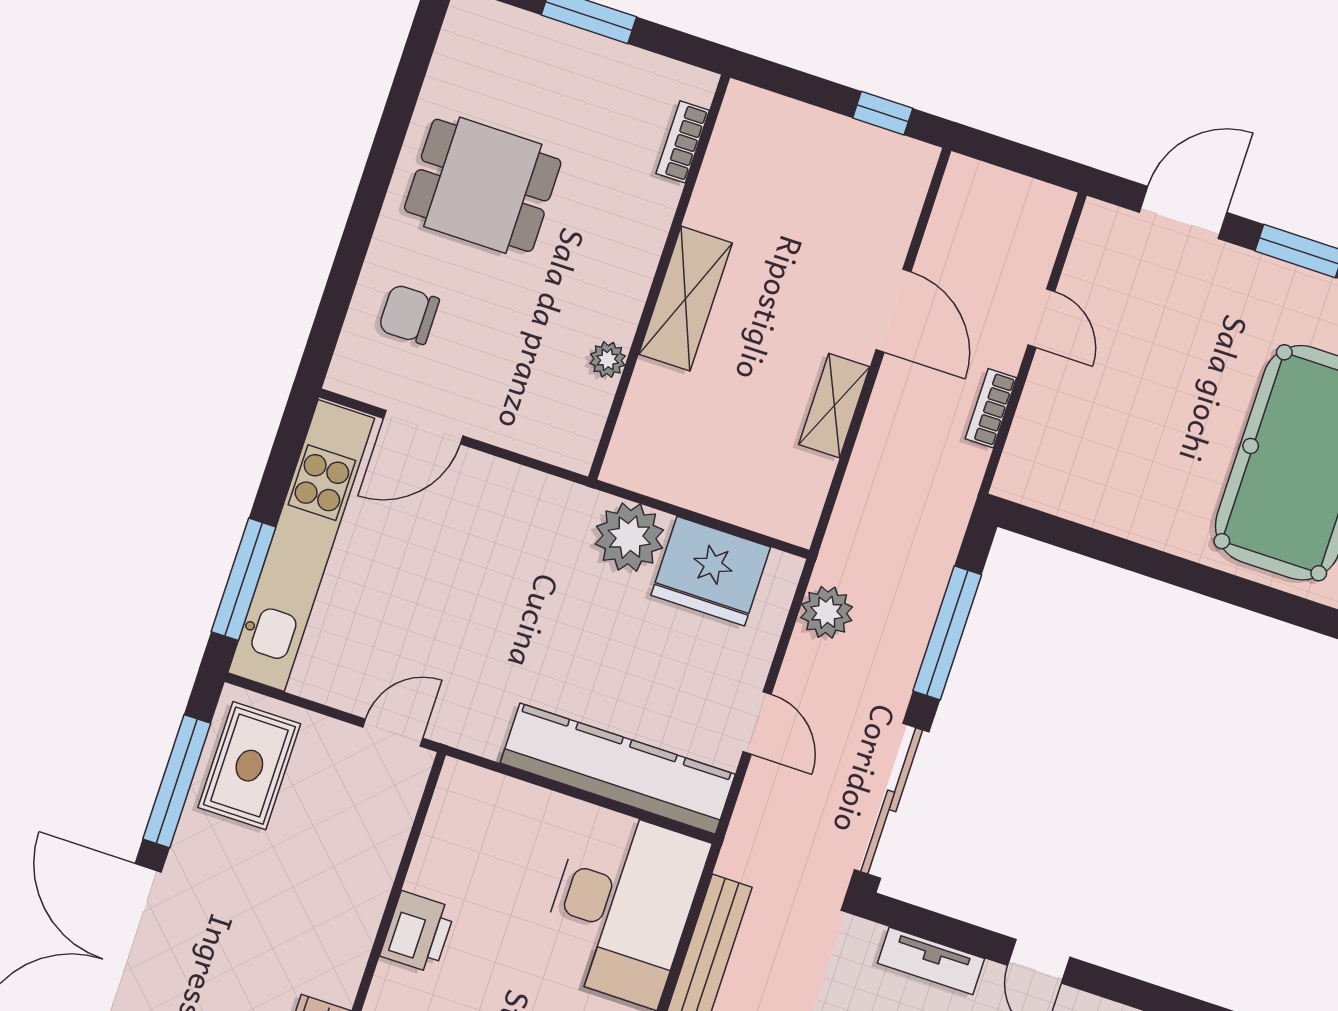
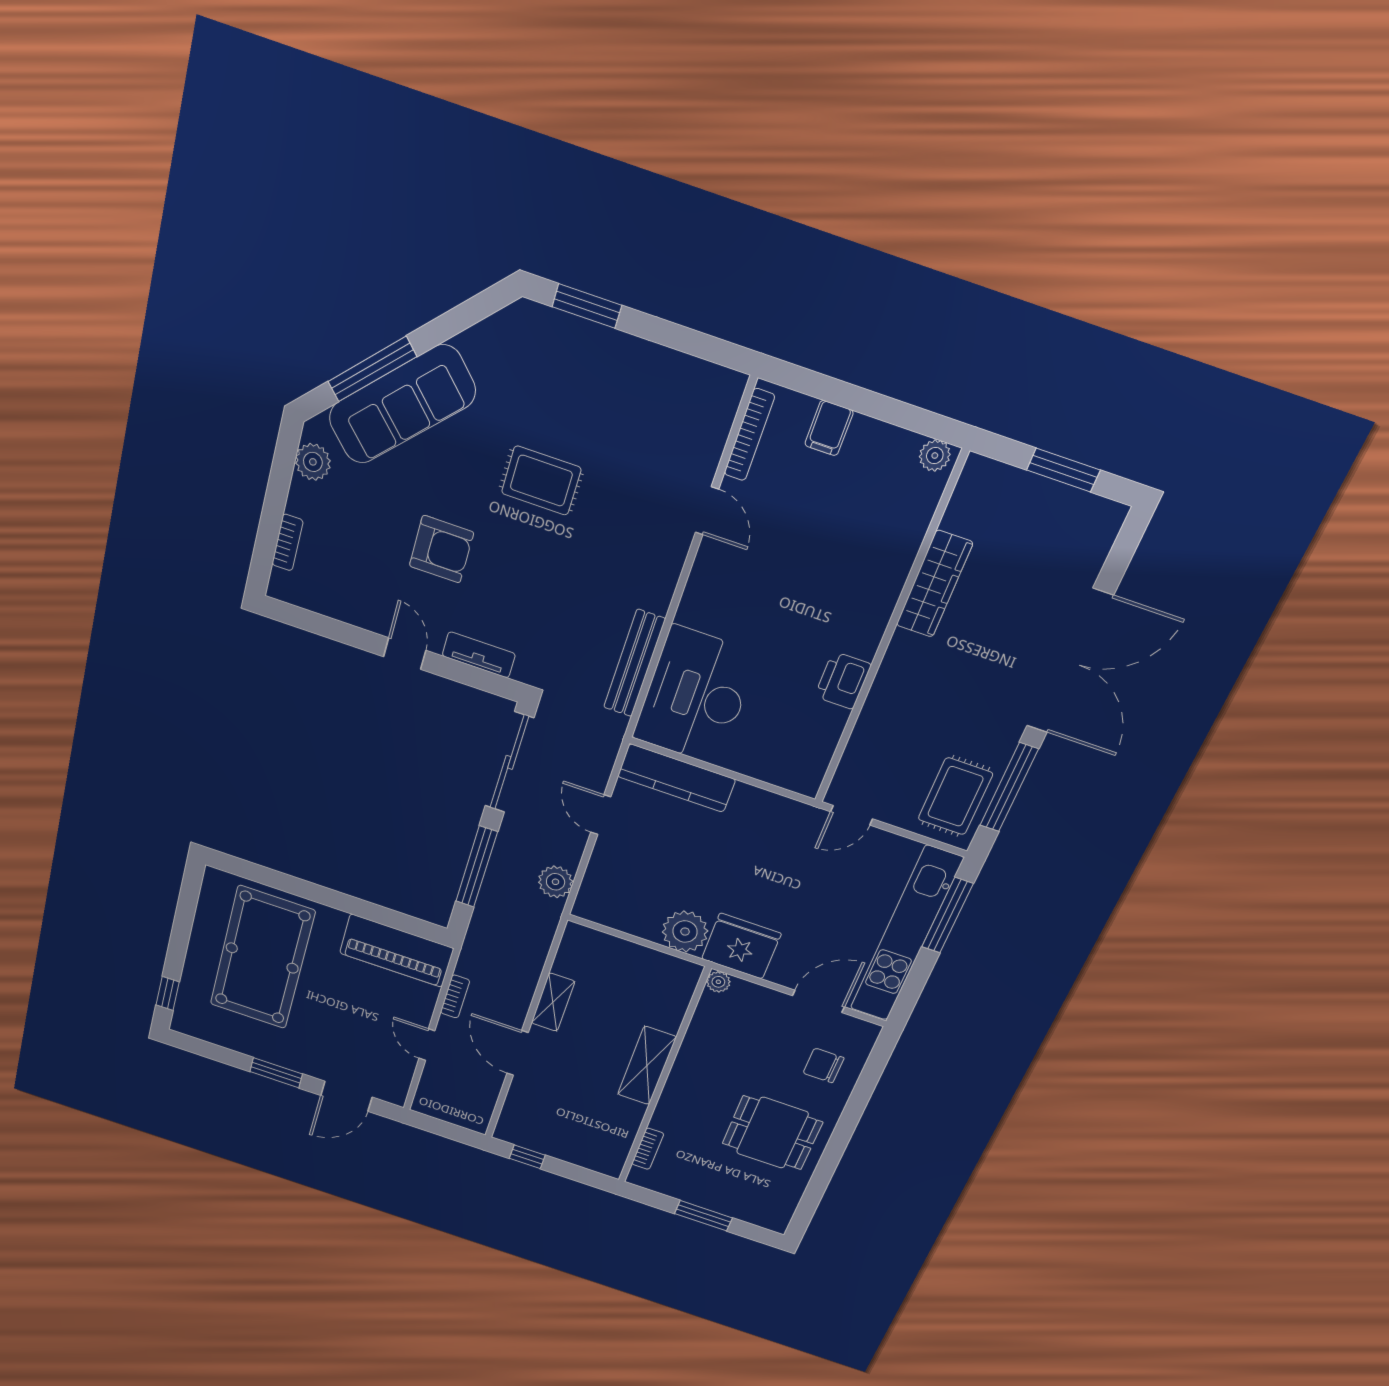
chair: (409, 314) -> (823, 1065), turned 180
plant: (608, 360) -> (718, 982), moved
piano: (1081, 485) -> (397, 951), added
fridge: (711, 571) -> (741, 946), moved
kitchen counter: (618, 769) -> (677, 778), width x0.72, depth x0.86

